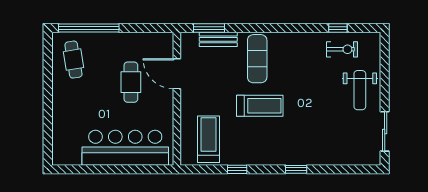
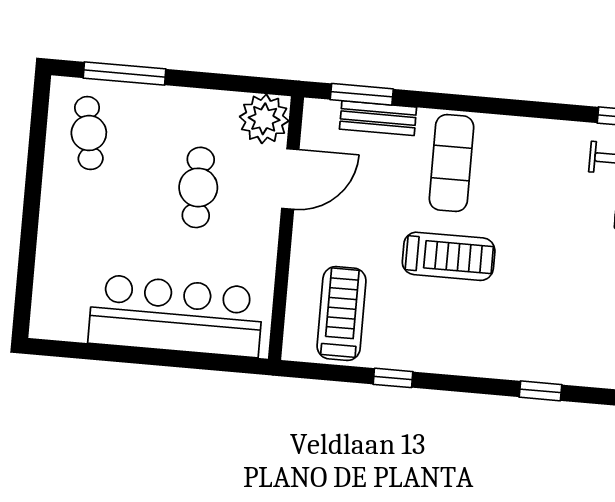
window: (89, 28) -> (125, 74), width x0.68
plant: (161, 45) -> (264, 119), added
door: (177, 74) -> (290, 179), swing flipped
window: (296, 169) -> (540, 391), moved

